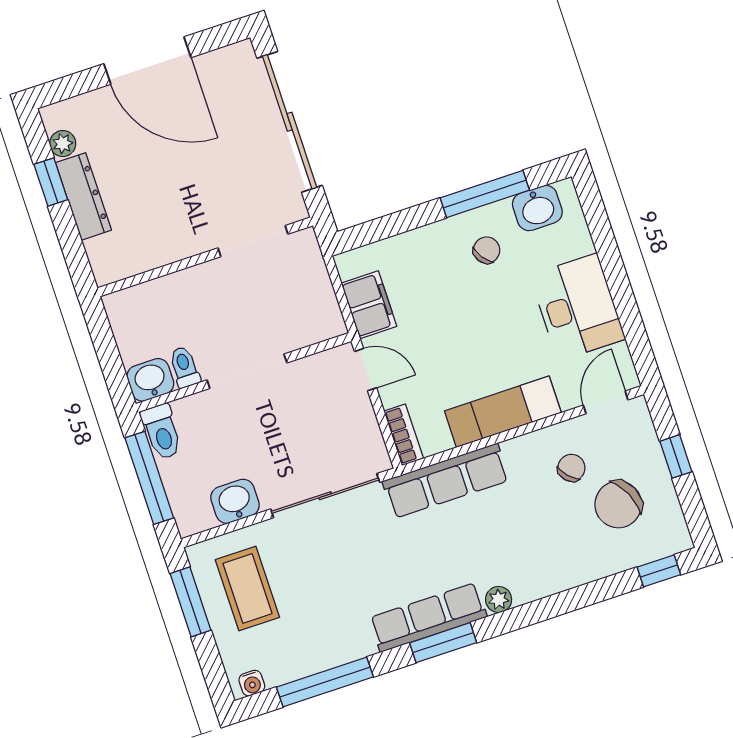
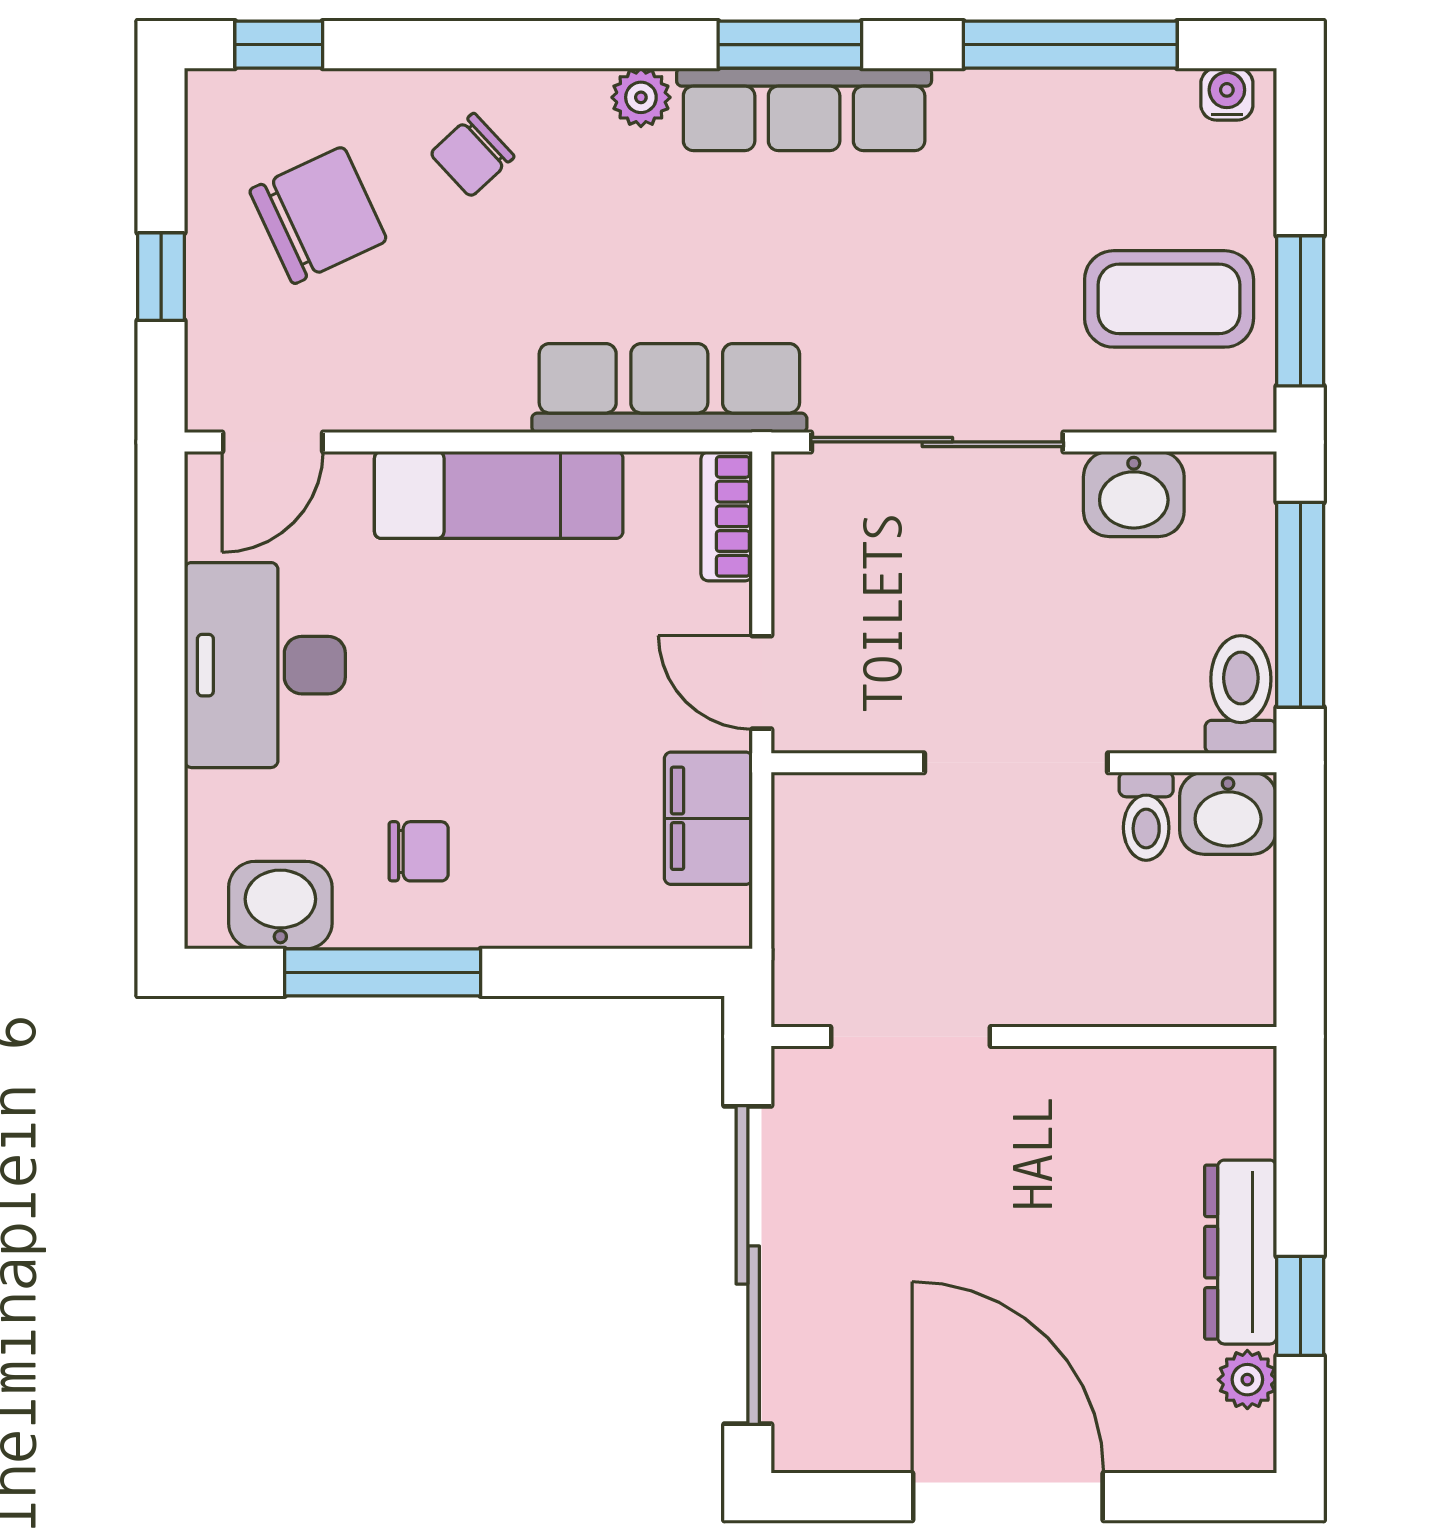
chair: (487, 250) -> (419, 851), turned -145
chair: (571, 468) -> (472, 155), moved
coffee table: (247, 589) -> (1169, 299), turned 90

